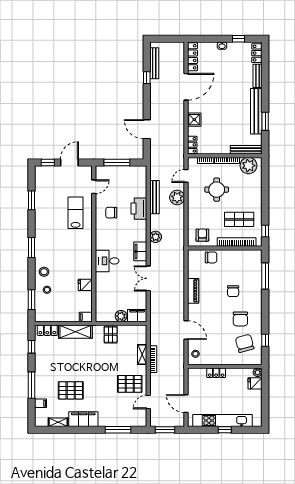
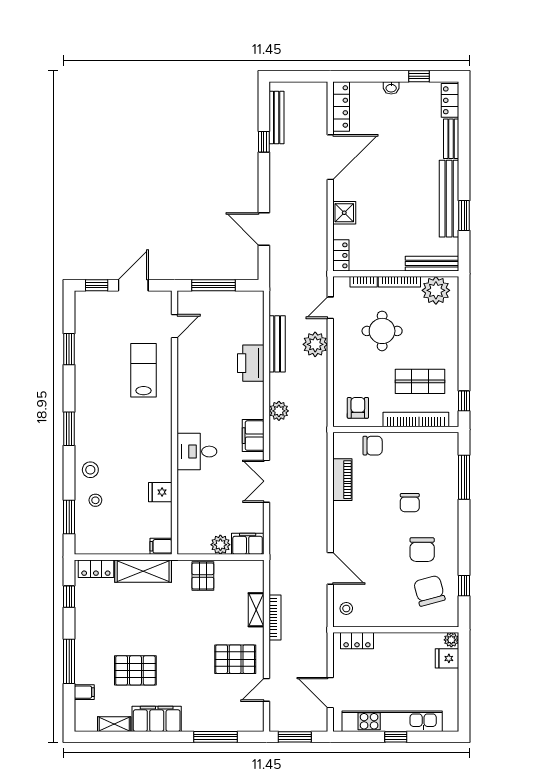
chair: (111, 213) -> (204, 370), removed
piano: (193, 291) -> (342, 480), moved
locker: (216, 373) -> (357, 641), moved

